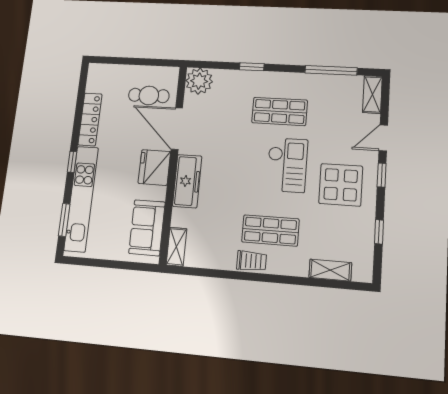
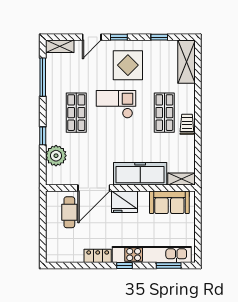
plant: (199, 81) -> (56, 156), moved
locker: (90, 119) -> (98, 256), width x0.66
door: (383, 138) -> (92, 37), hinge flipped
freezer: (187, 181) -> (140, 174), width x1.36, depth x1.26
shelving: (330, 270) -> (186, 62), width x1.50, depth x1.33

